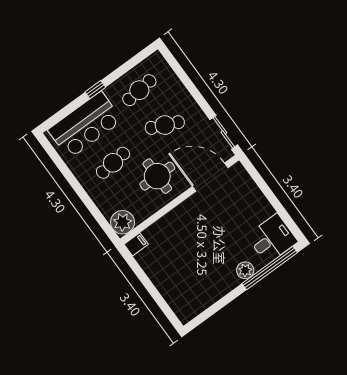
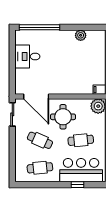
window: (95, 90) -> (77, 185), moved
desk: (272, 239) -> (27, 57), moved
plant: (245, 270) -> (81, 35), moved

